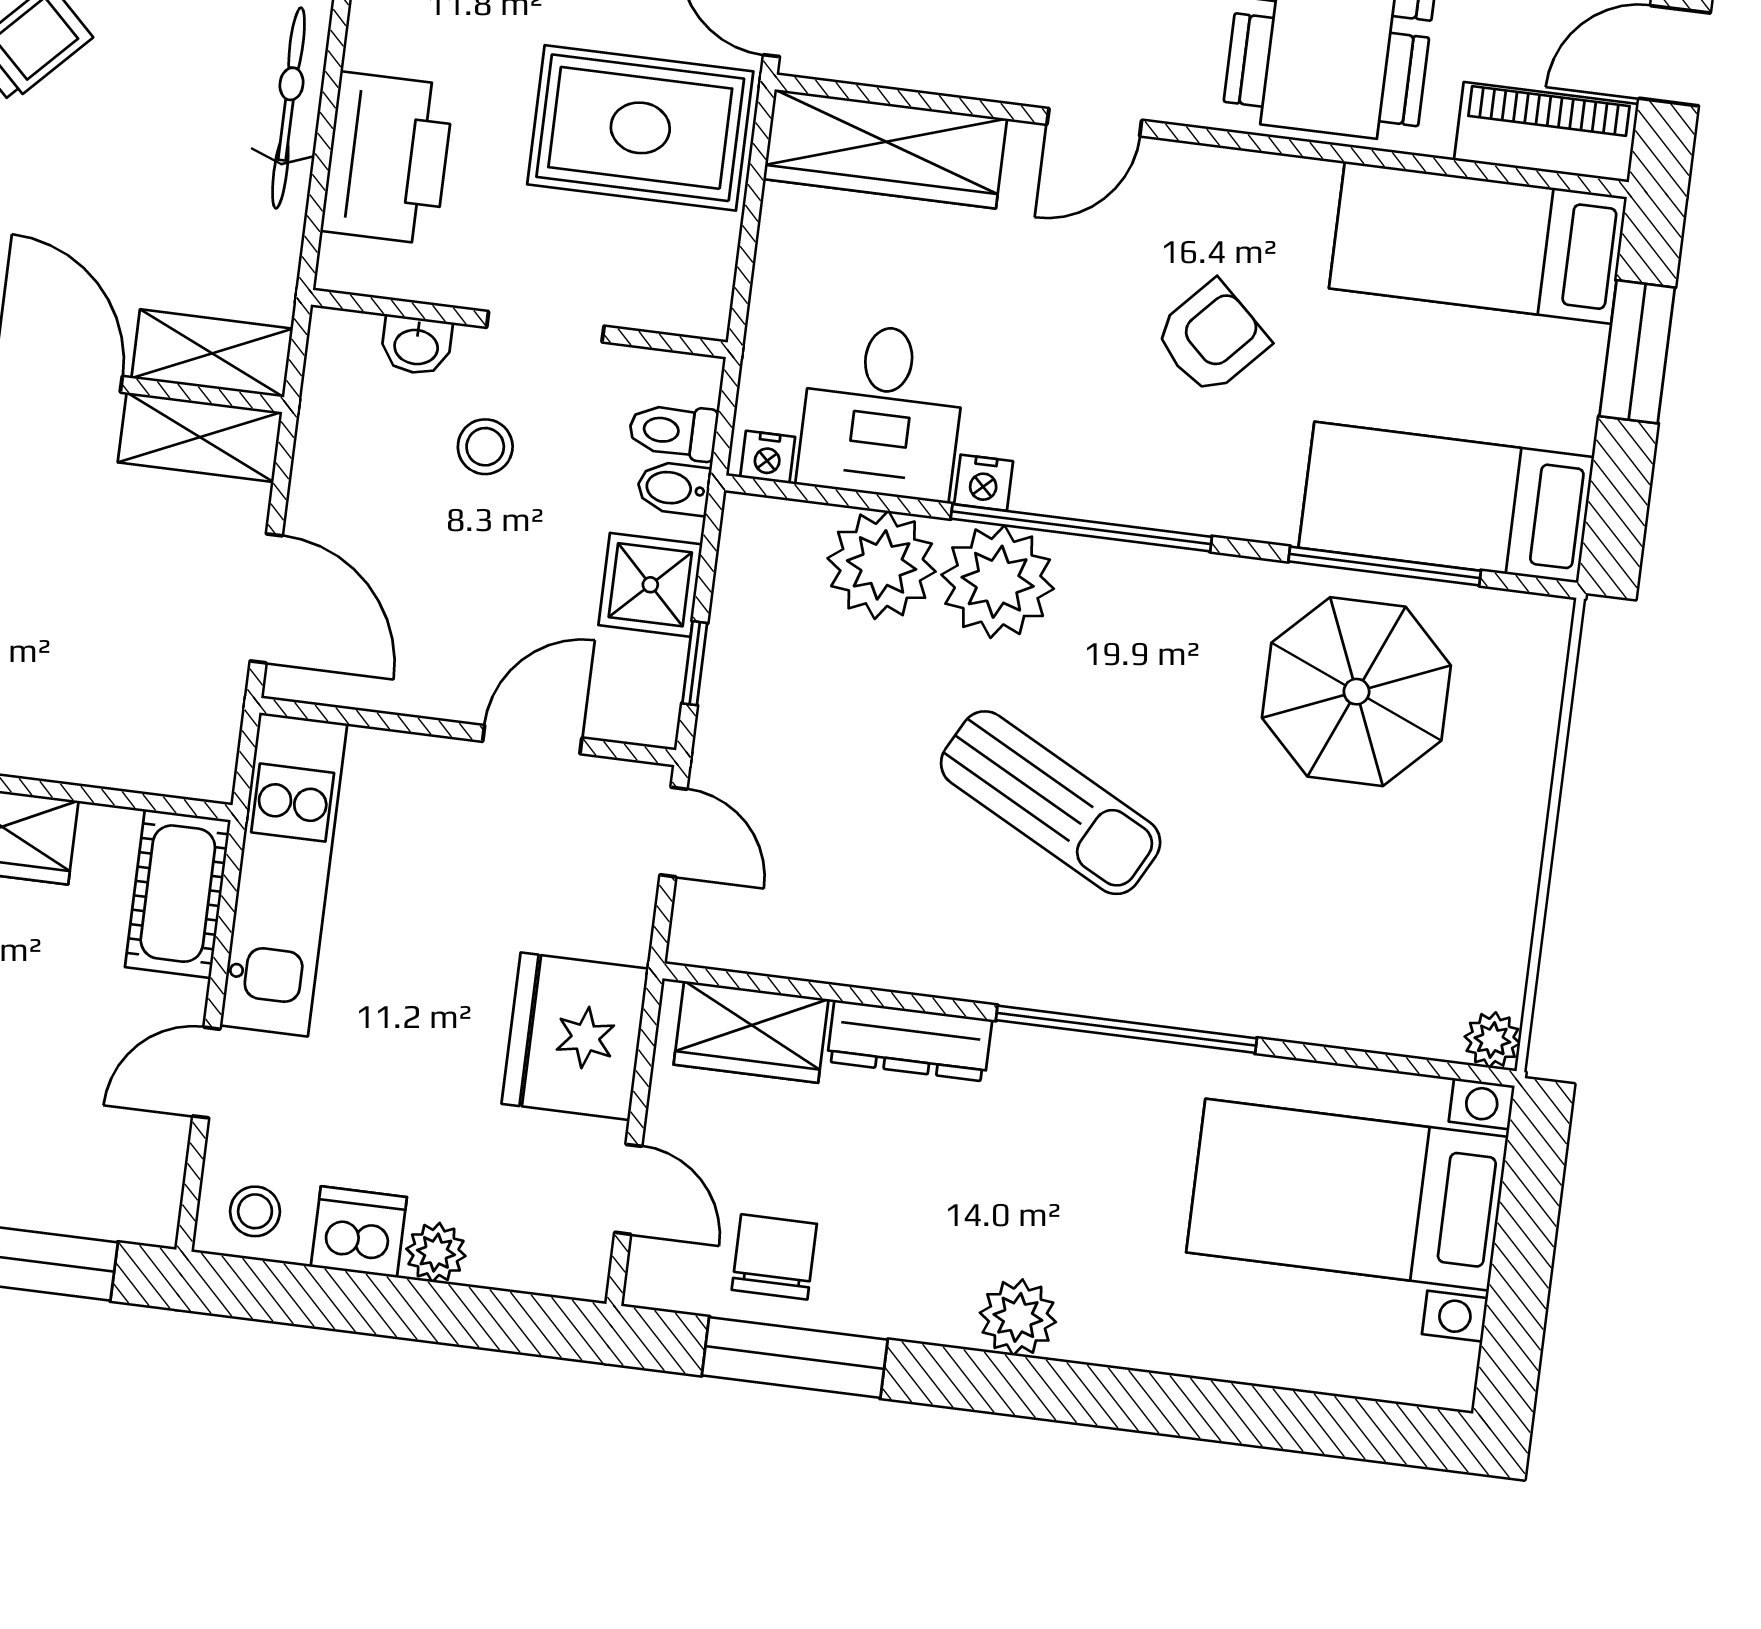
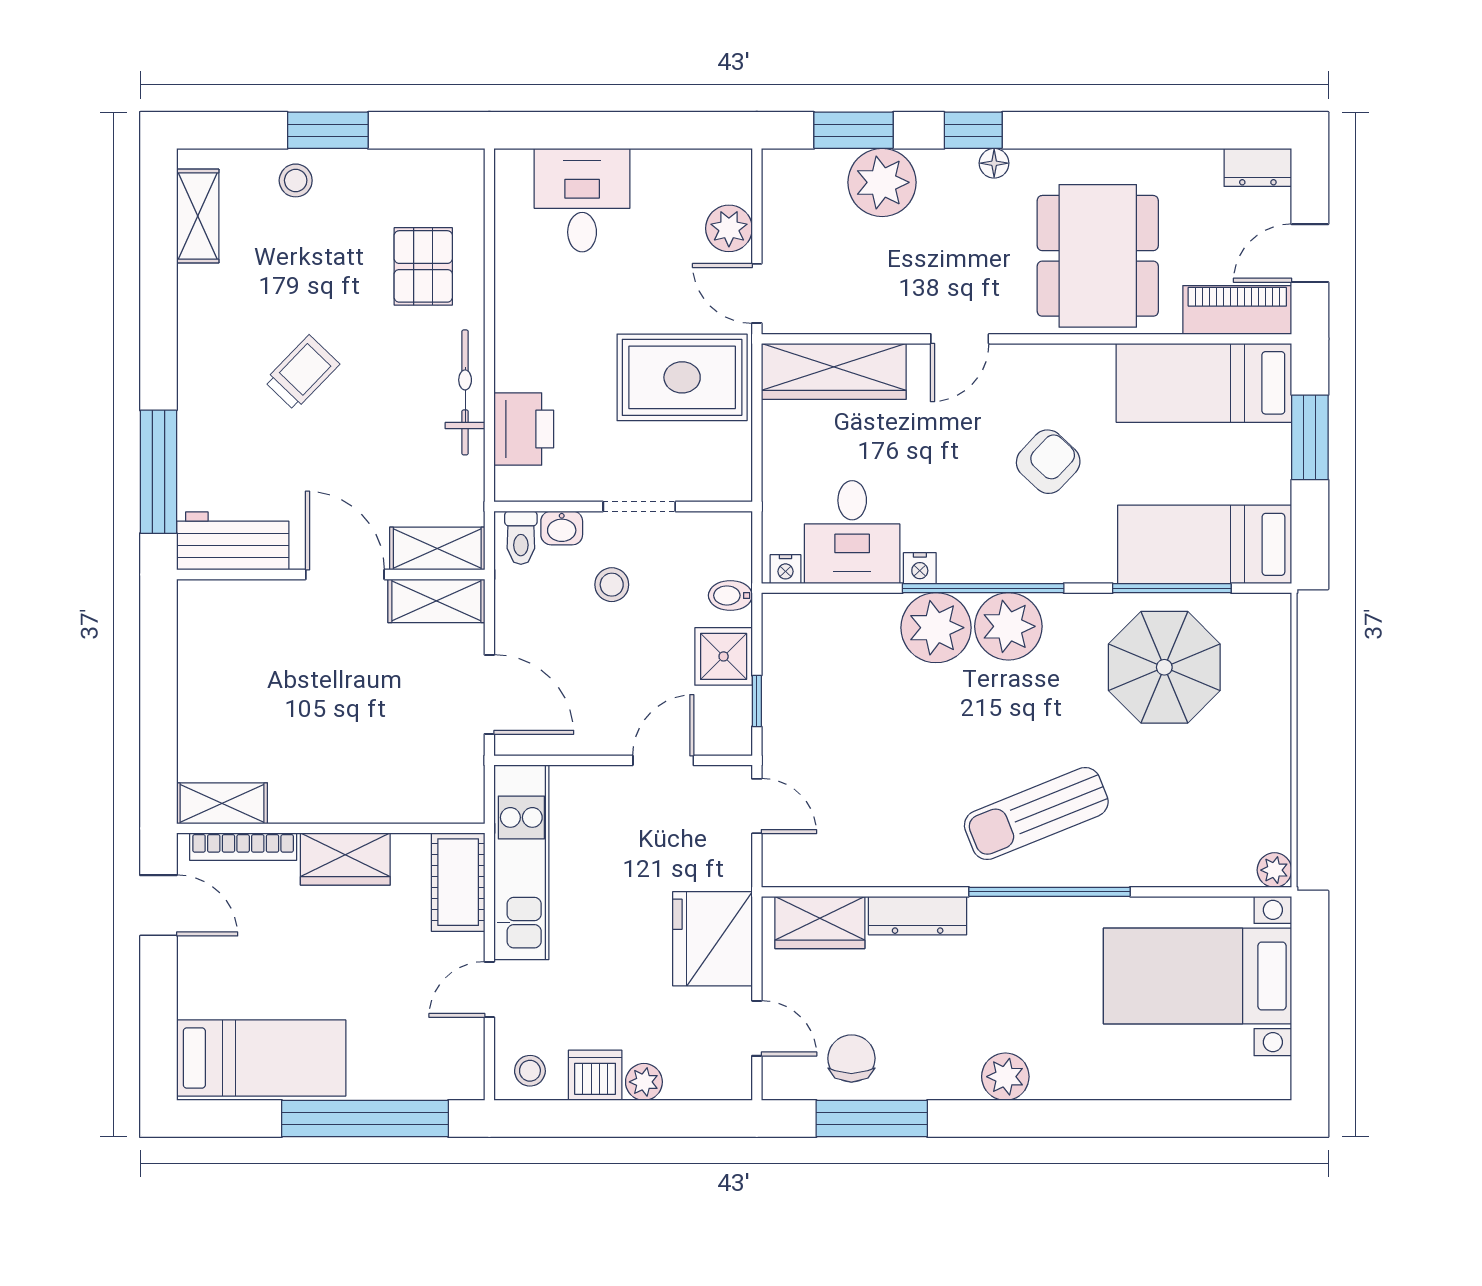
printer: (388, 158) -> (524, 429), width x0.73, depth x0.84
toilet: (673, 431) -> (521, 538), moved, turned -90
plant: (882, 565) -> (1008, 626), moved
sun lounger: (1051, 803) -> (1036, 814), moved, turned 130

